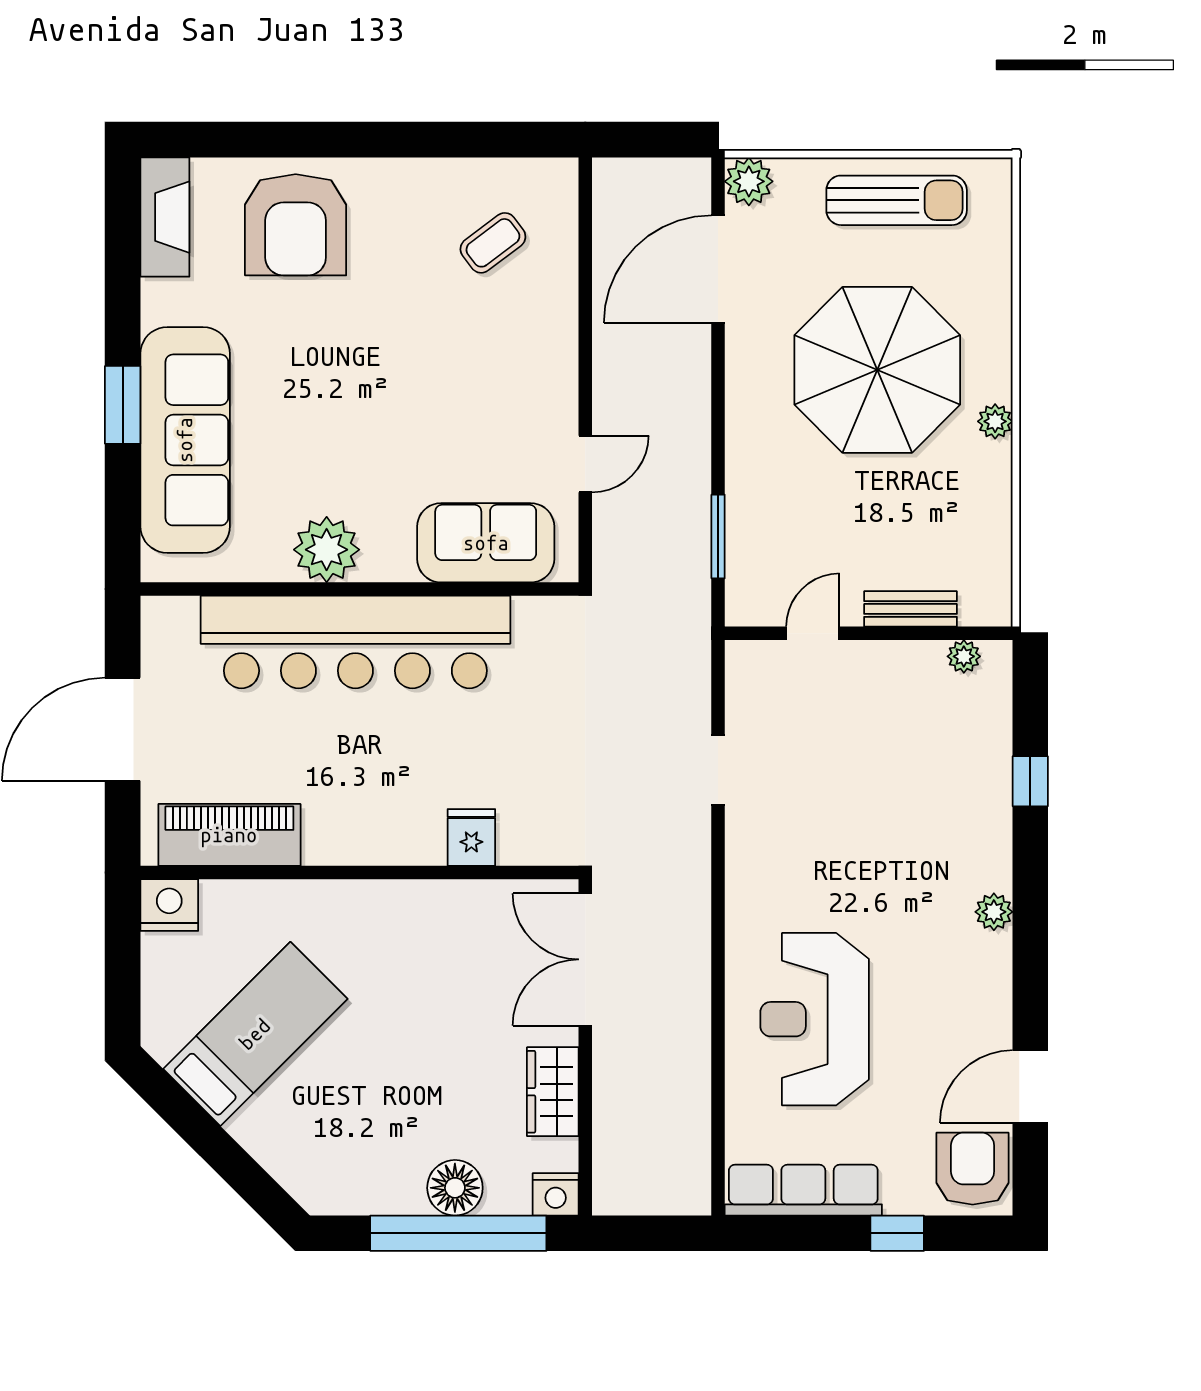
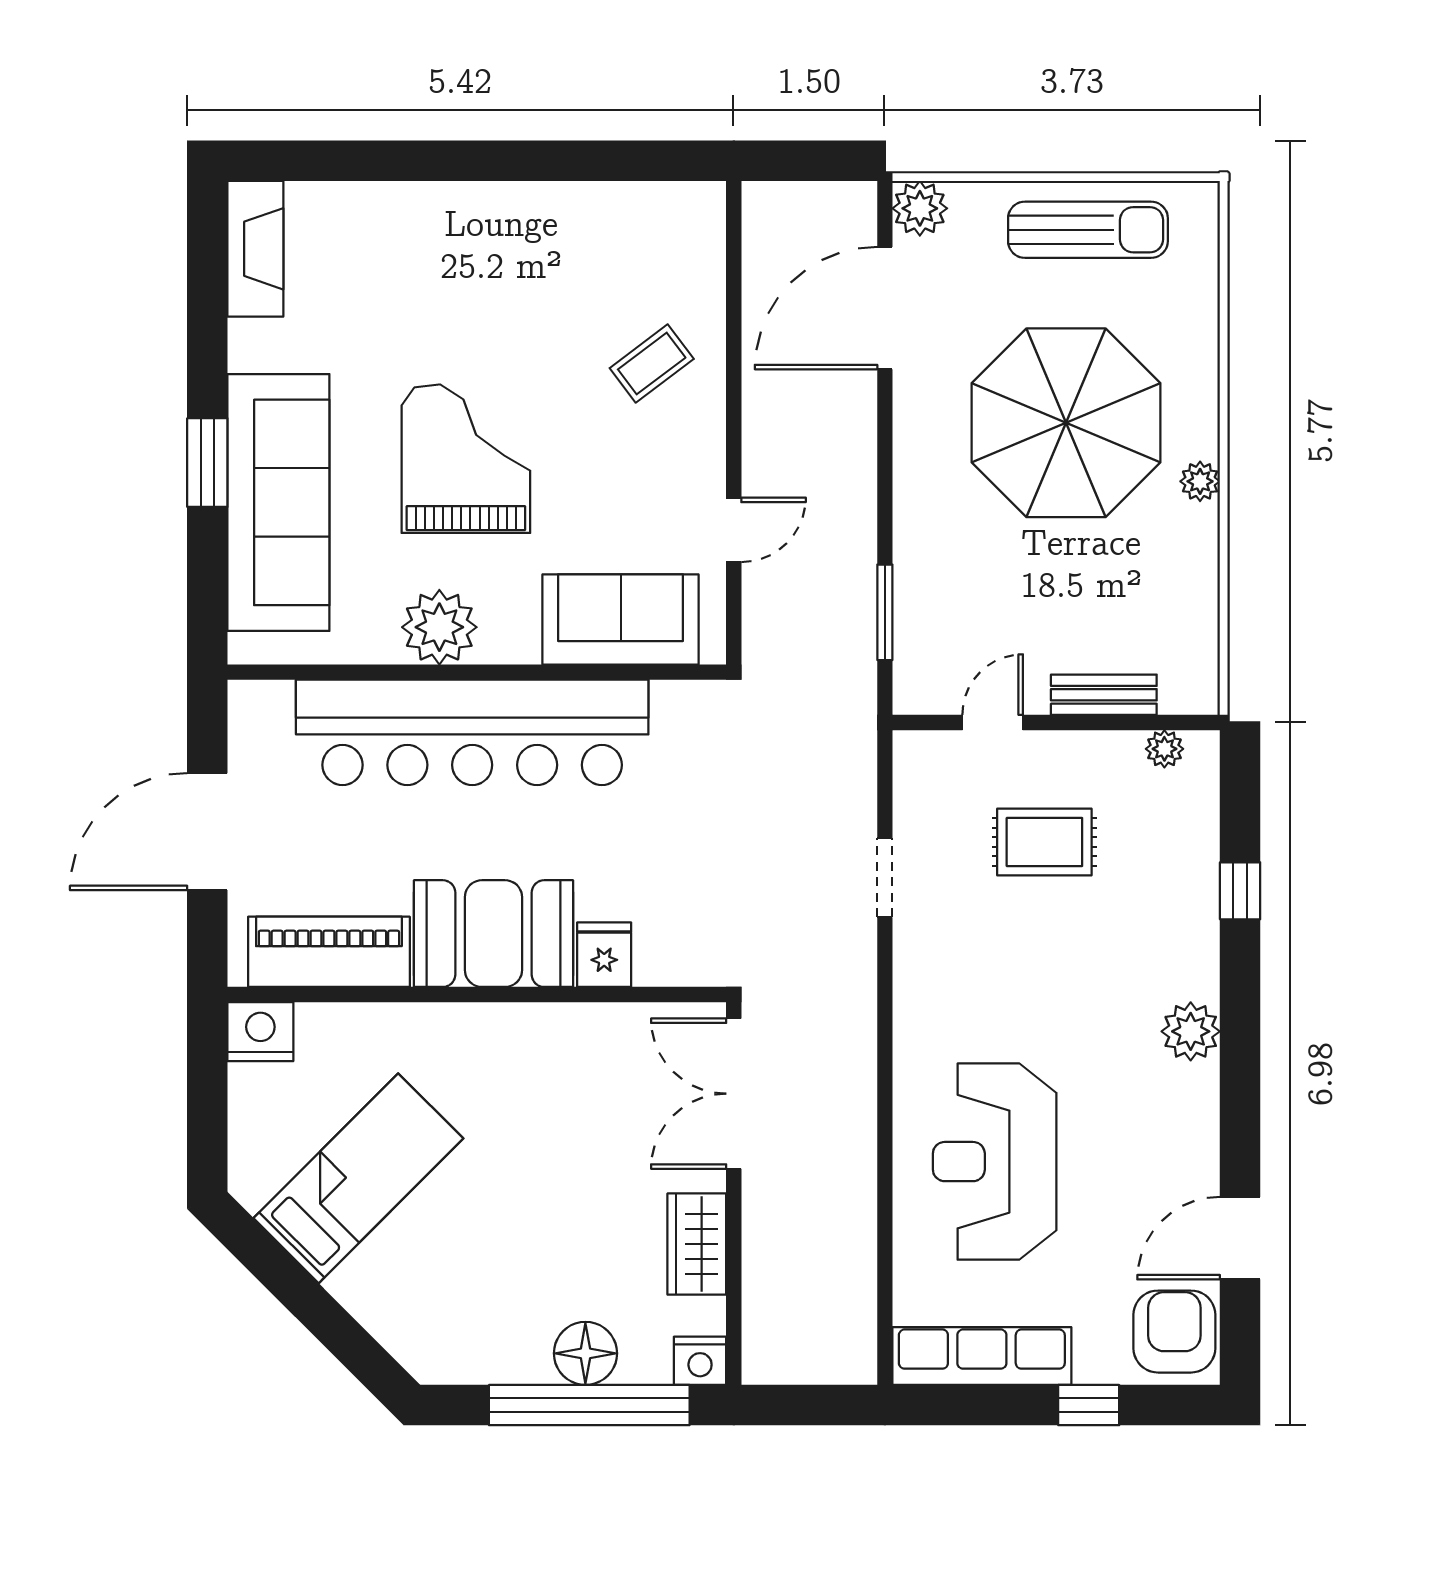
armchair: (296, 225) -> (404, 258), removed
coffee table: (493, 243) -> (652, 364), moved
grand piano: (350, 402) -> (466, 459), added
rug: (858, 738) -> (1044, 842), added
booth: (374, 819) -> (493, 934), added
plant: (994, 912) -> (1191, 1031), width x1.38, depth x1.38

